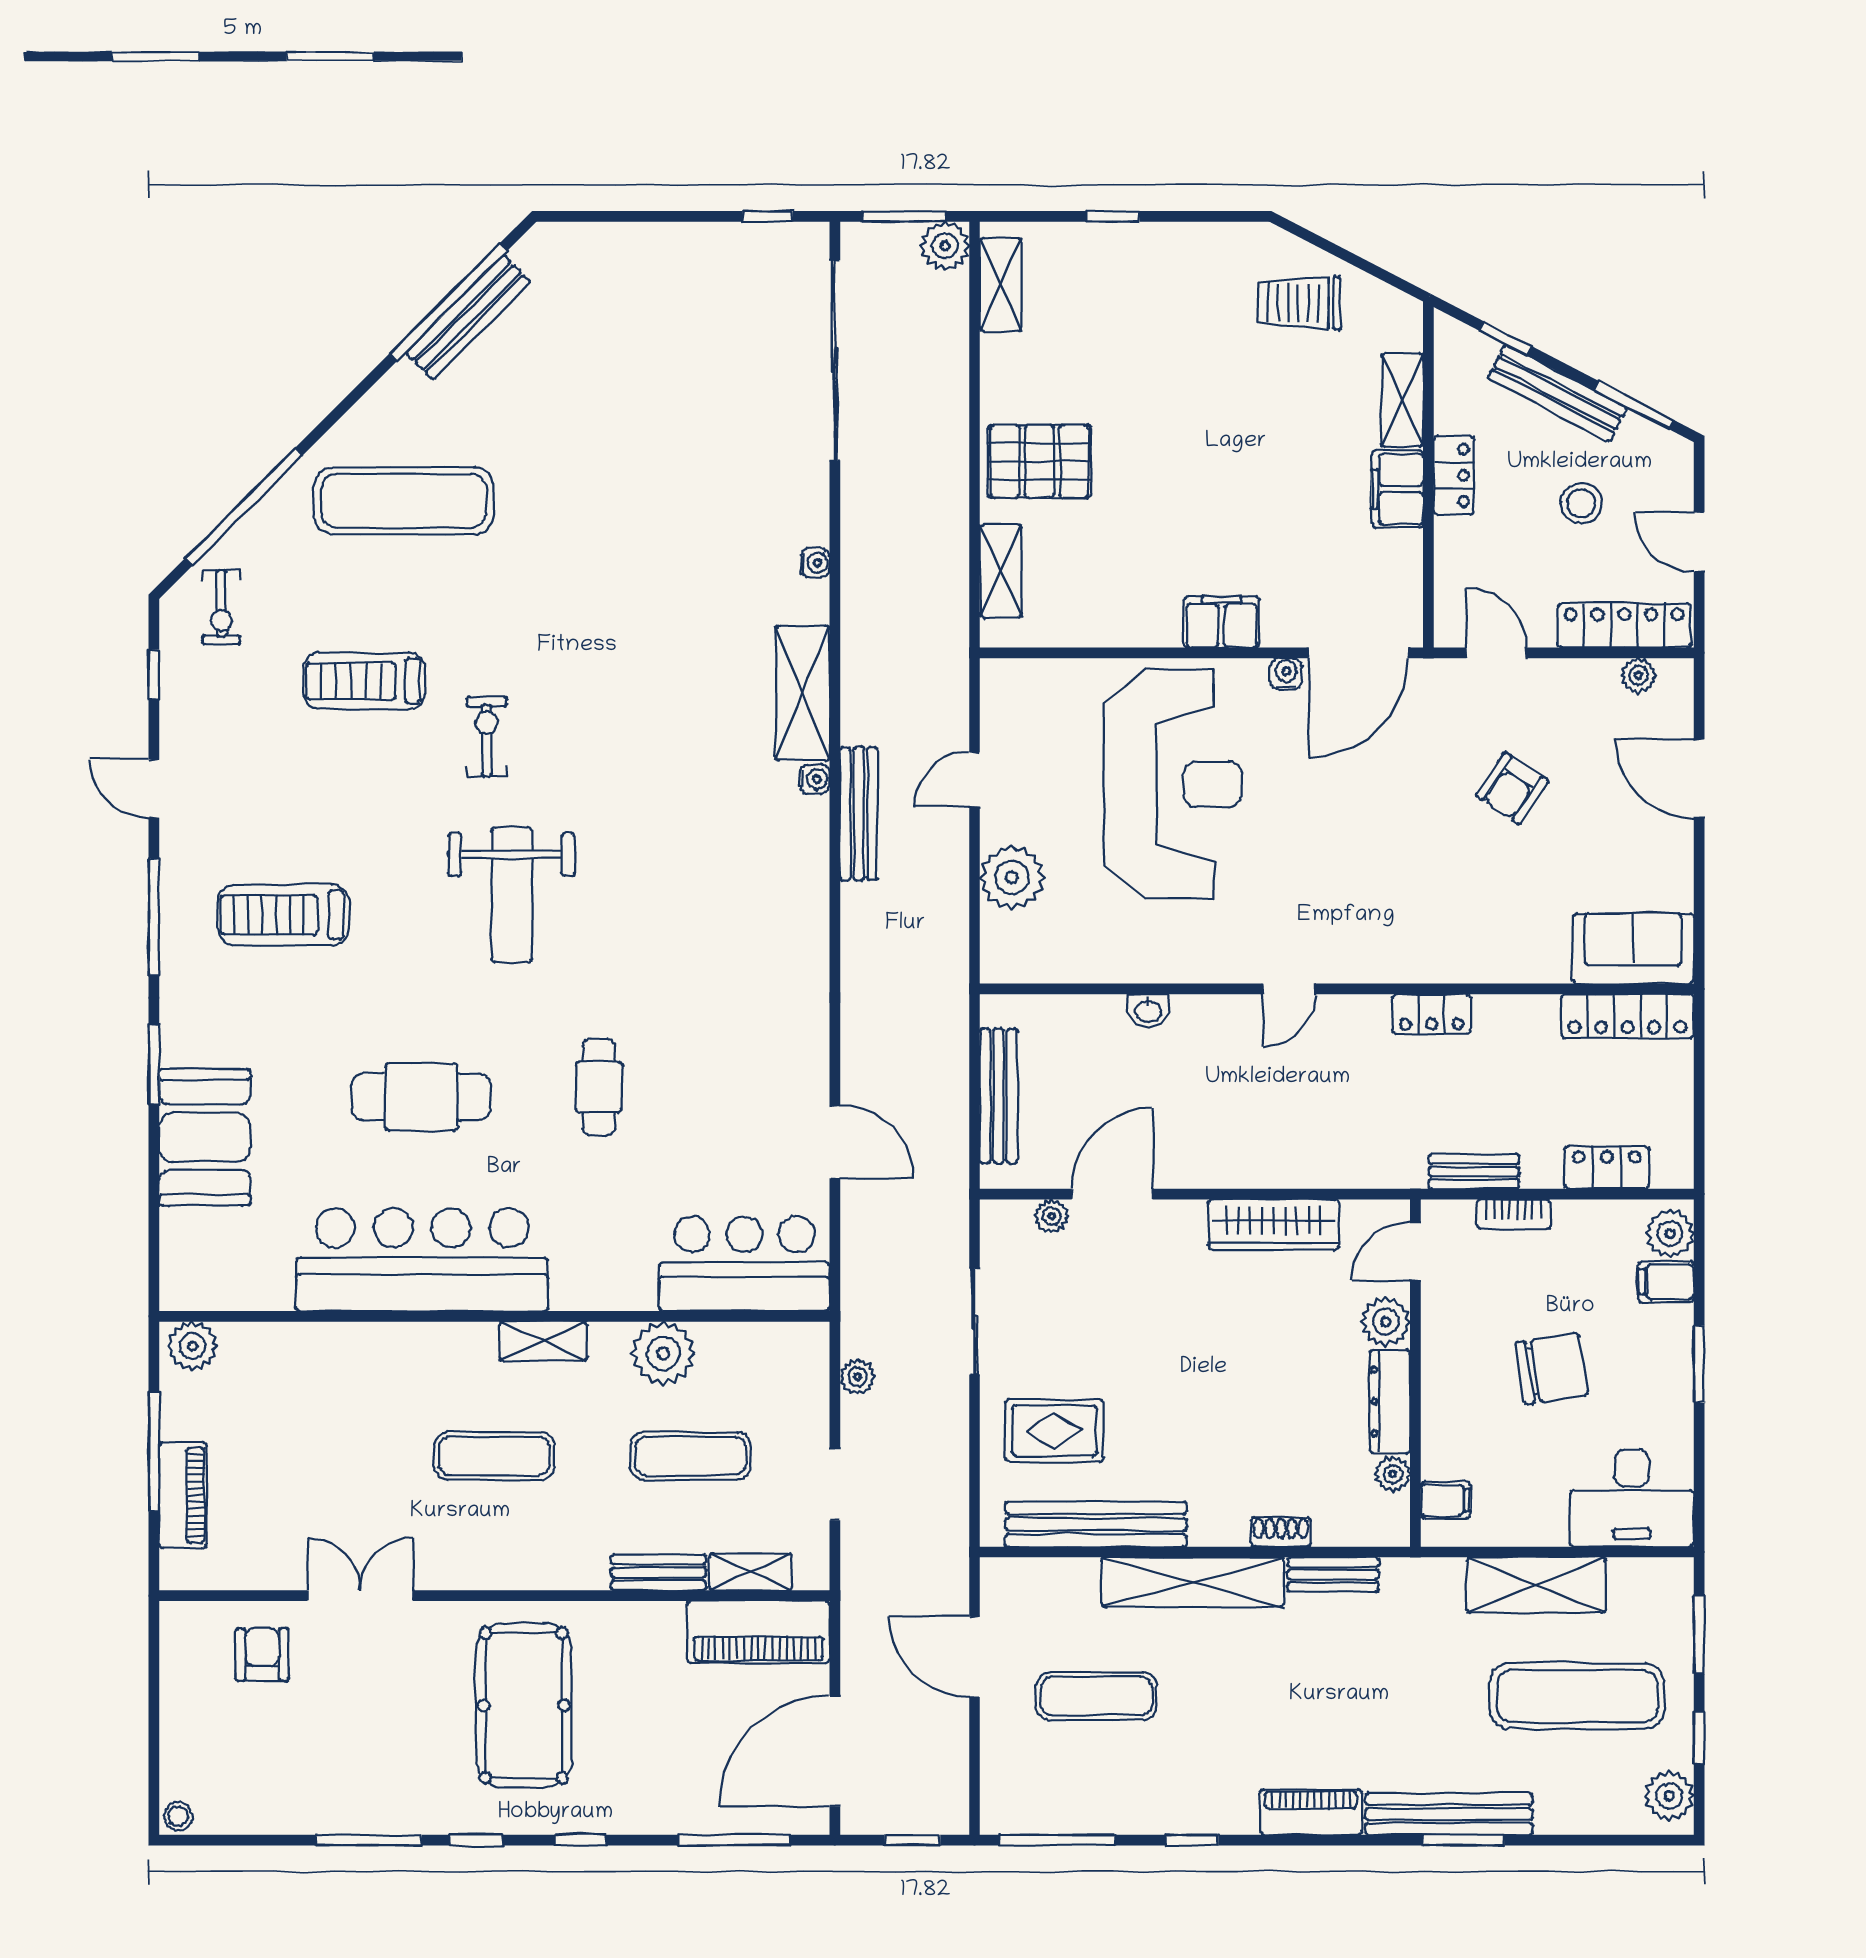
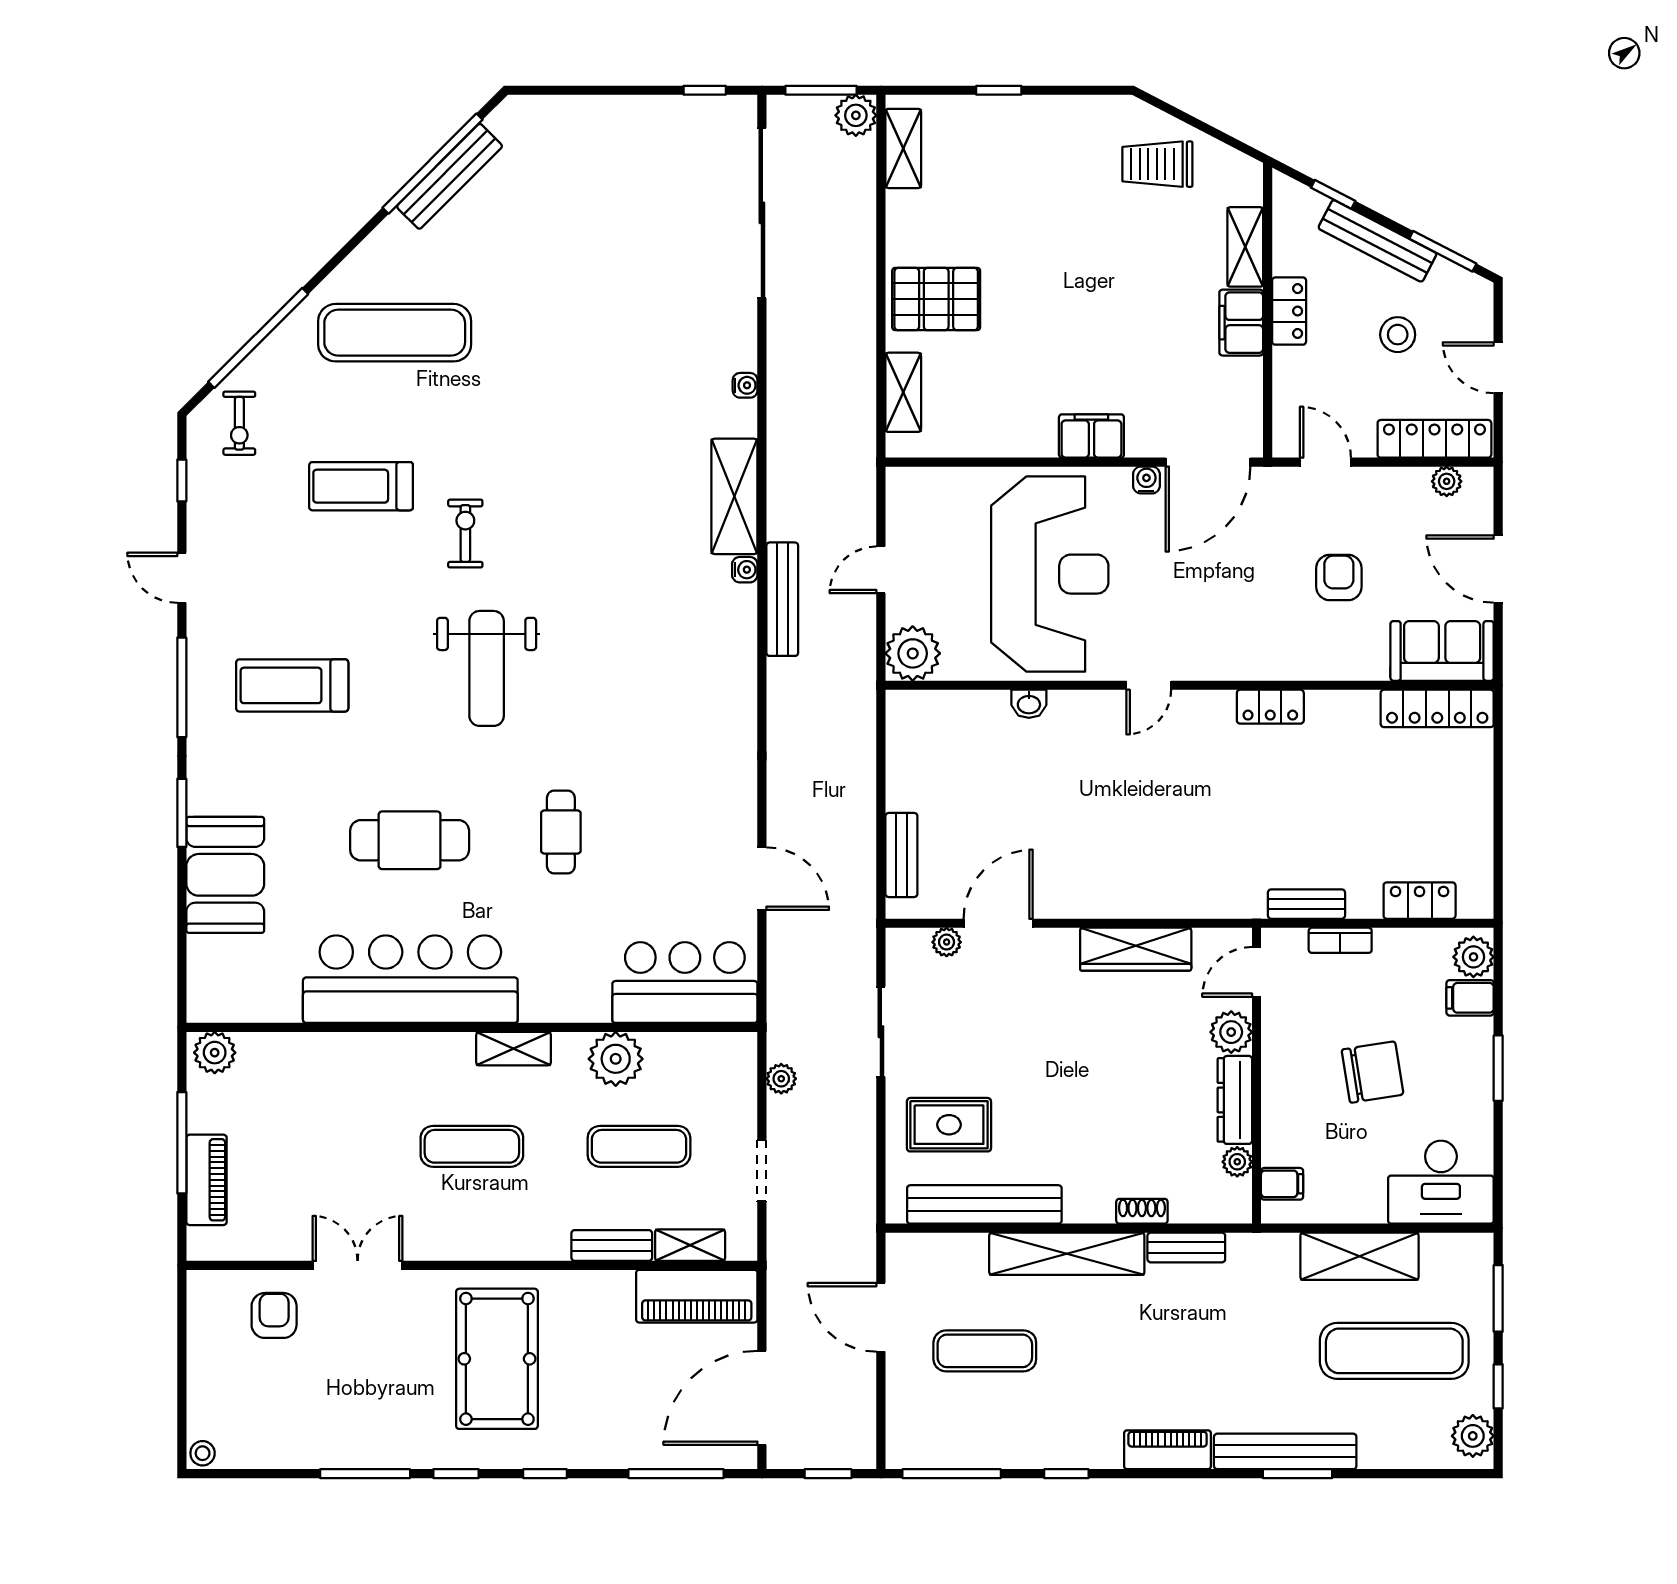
armchair: (1512, 788) -> (1339, 578), turned 146
sofa: (1633, 949) -> (1442, 651), moved
door: (1289, 989) -> (1149, 685), moved
wall: (1337, 989) -> (1190, 685), moved
washbasin: (1148, 1011) -> (1029, 704), moved
locker: (1432, 1014) -> (1270, 707), moved
locker: (1627, 1016) -> (1437, 708), moved
bench: (999, 1096) -> (901, 855), width x0.73

